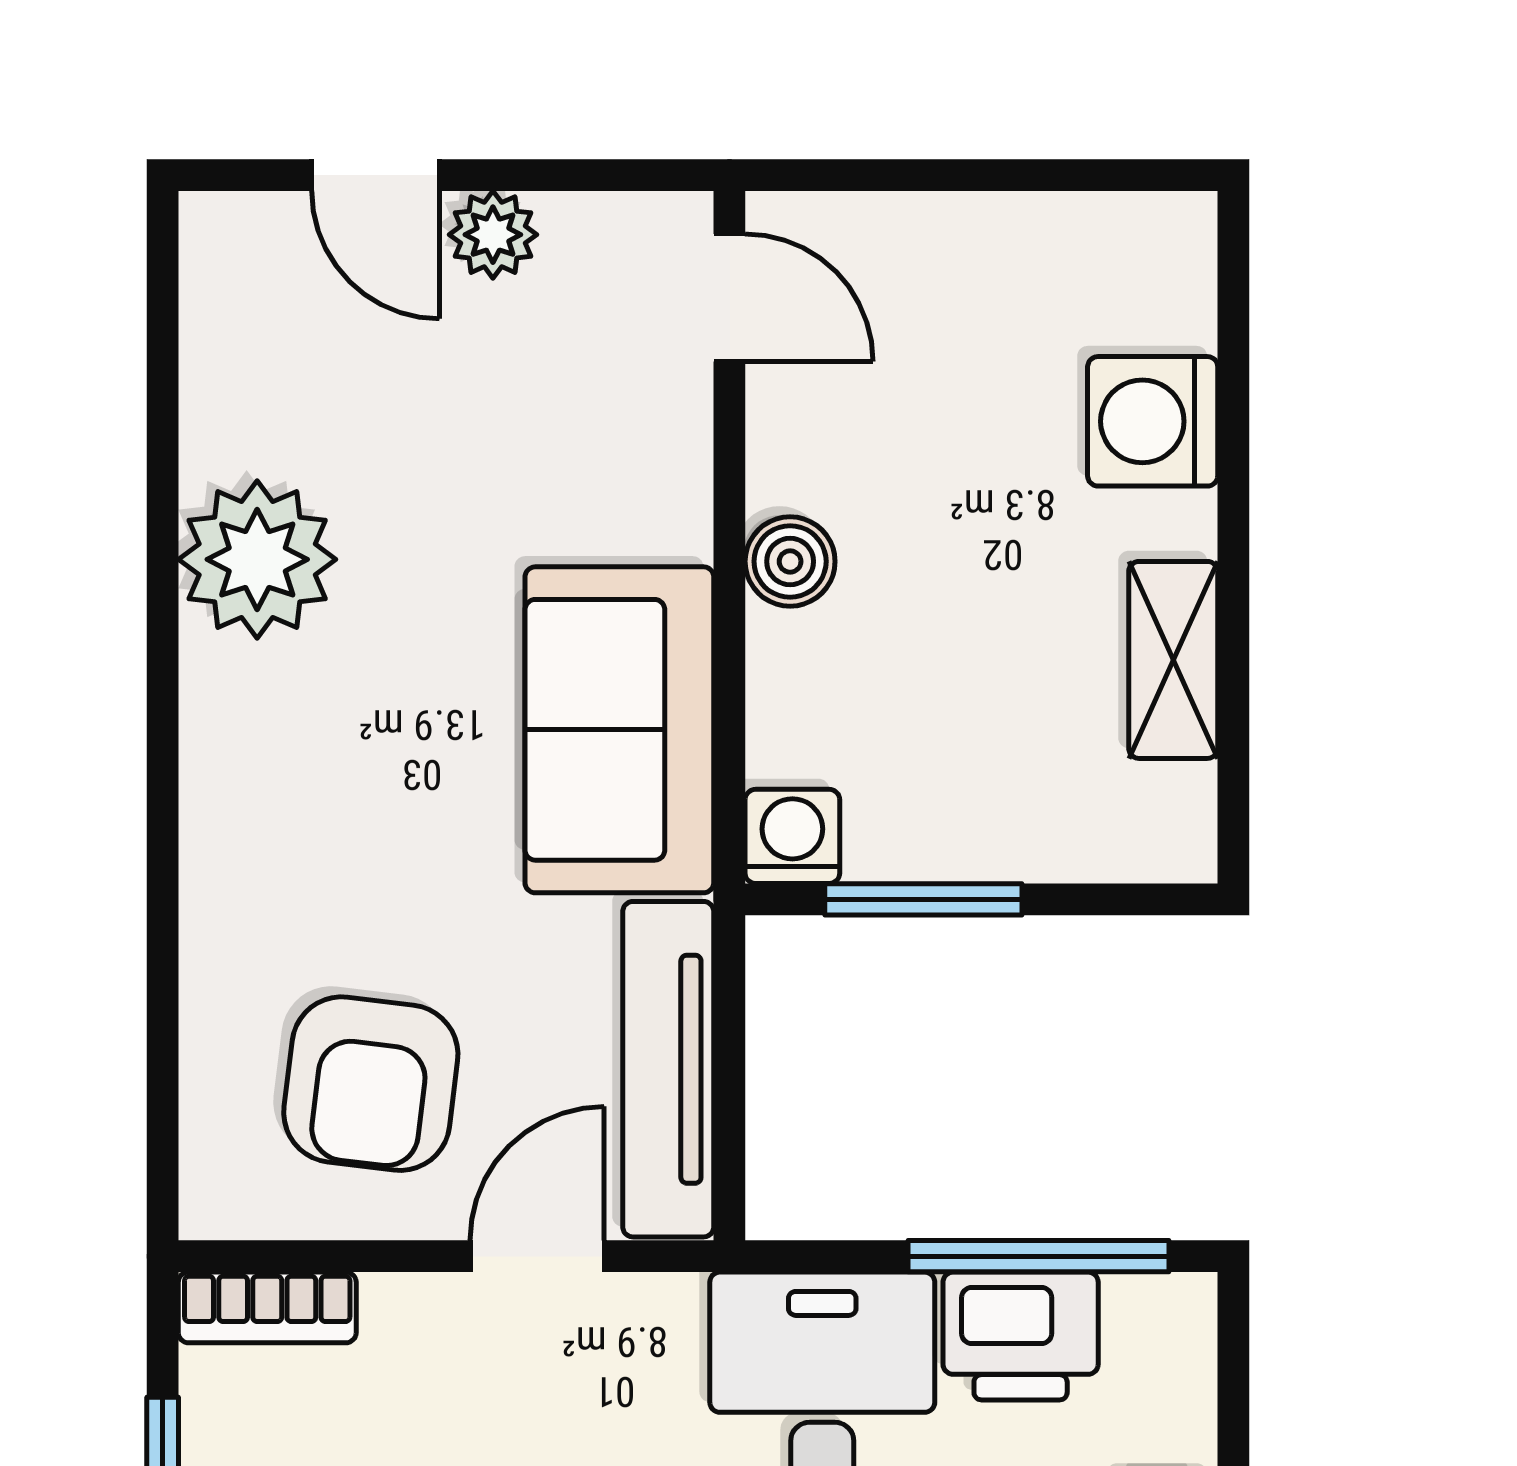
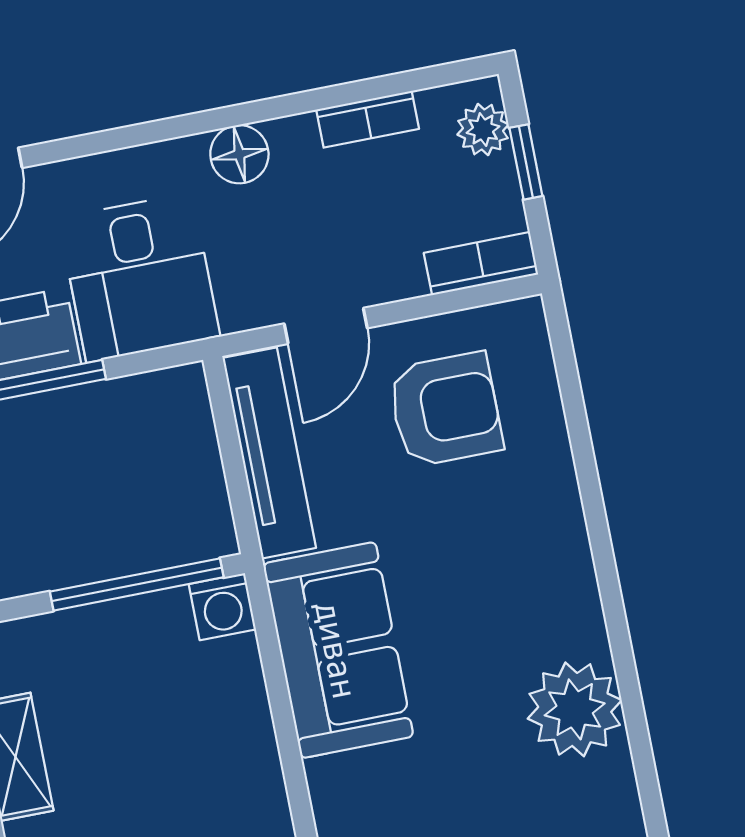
boiler: (790, 561) -> (256, 771), removed
window: (923, 899) -> (137, 584), width x1.44
armchair: (371, 1084) -> (445, 409), turned 83

